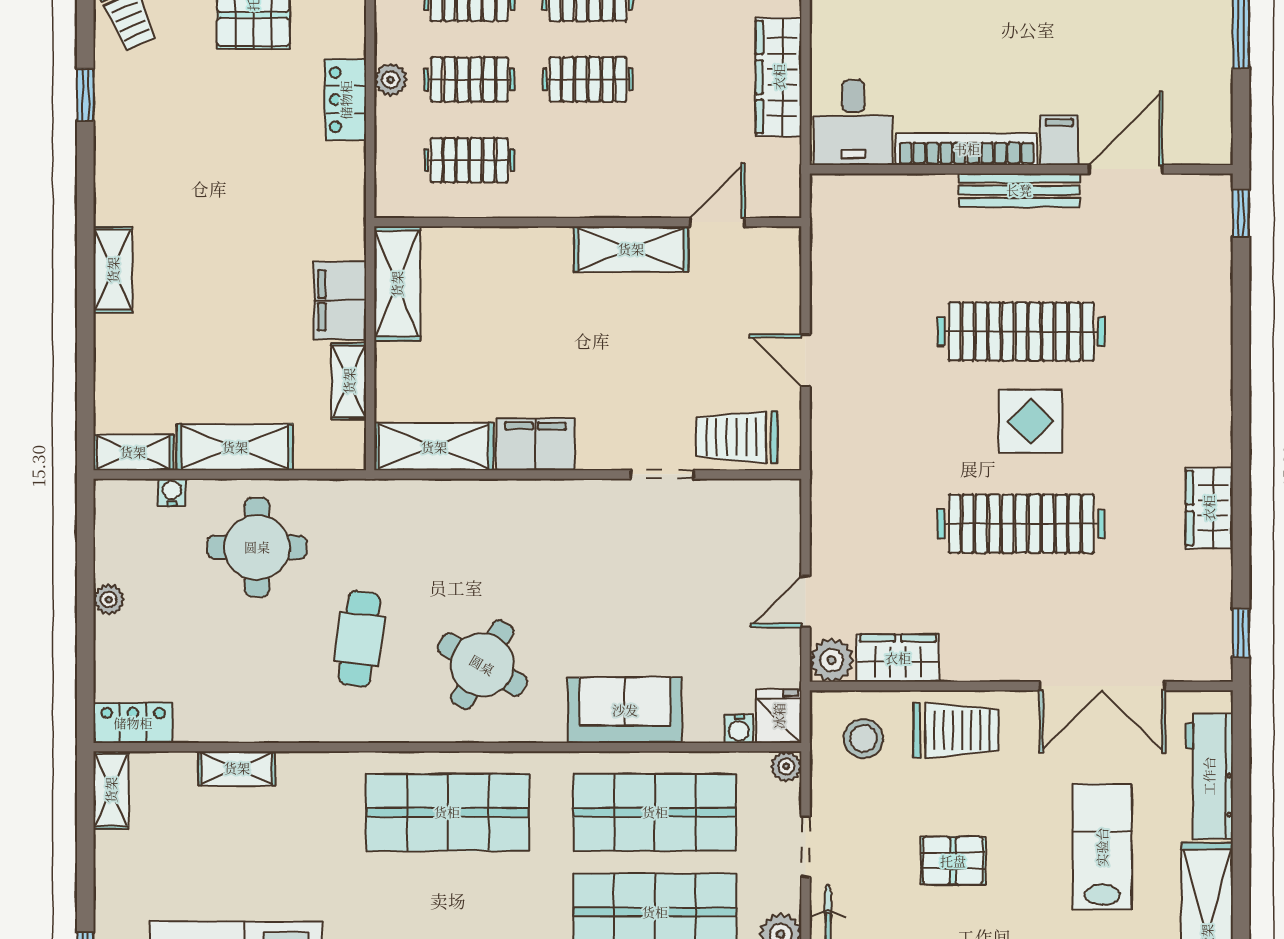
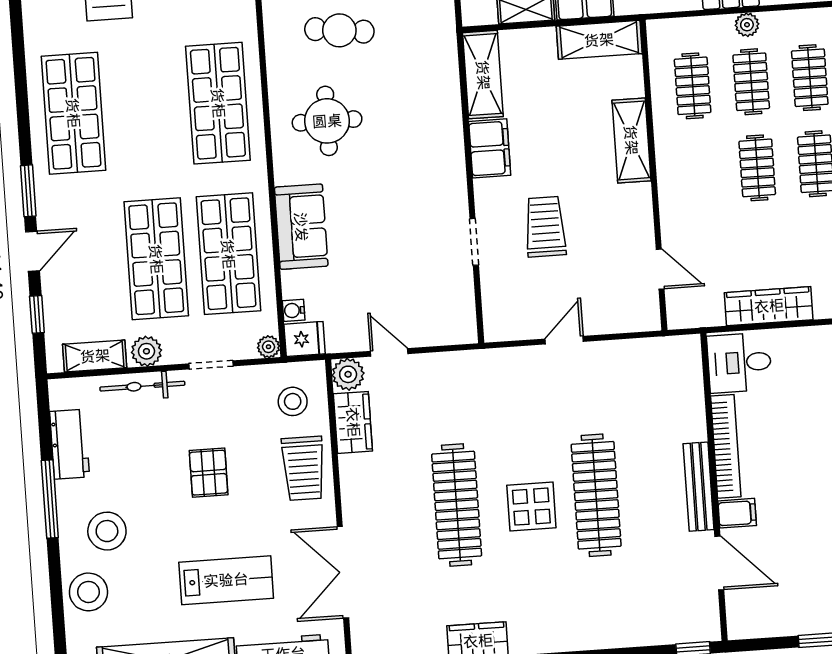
shelving: (631, 249) -> (631, 140), moved
trolley: (737, 437) -> (545, 227), moved
round table: (482, 665) -> (327, 121), turned -30

